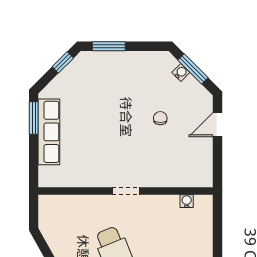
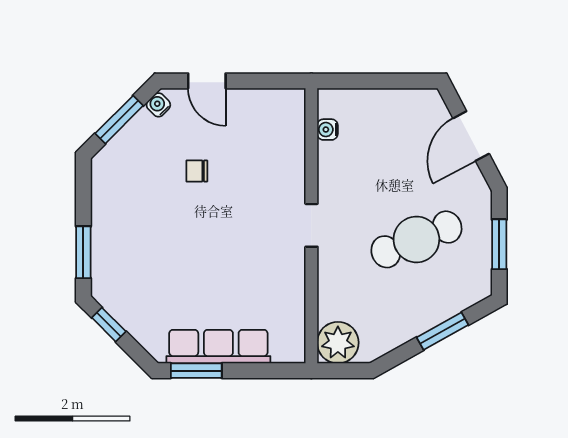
water cooler: (181, 72) -> (158, 105), moved
plant: (51, 208) -> (338, 343), added

